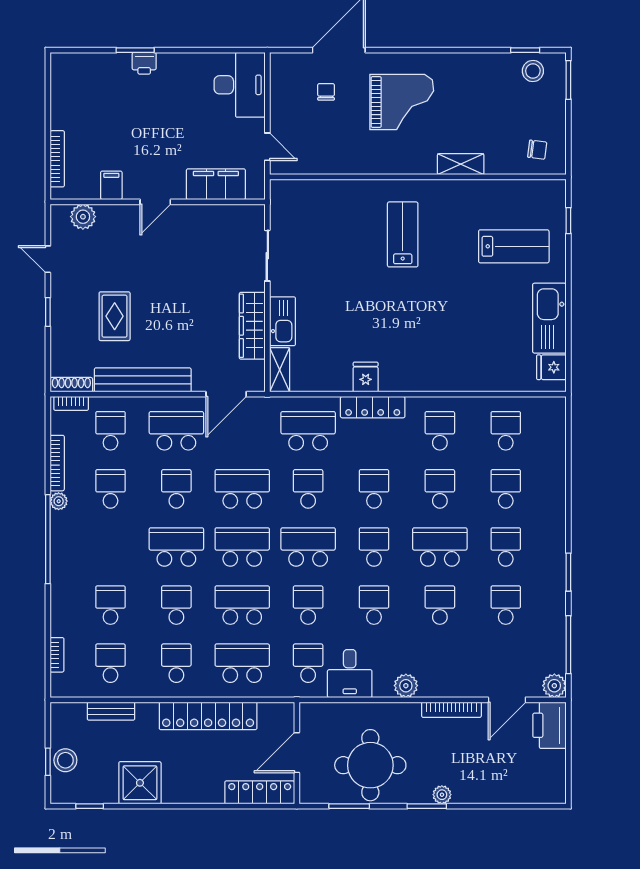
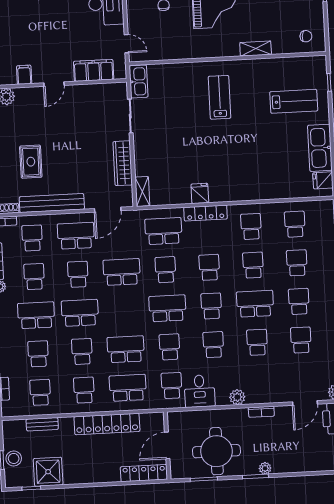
kitchen sink: (283, 321) -> (139, 81), moved
school desk: (242, 547) -> (36, 315), moved
bookcase: (451, 710) -> (261, 412), width x0.64
shower: (140, 783) -> (48, 472), moved

